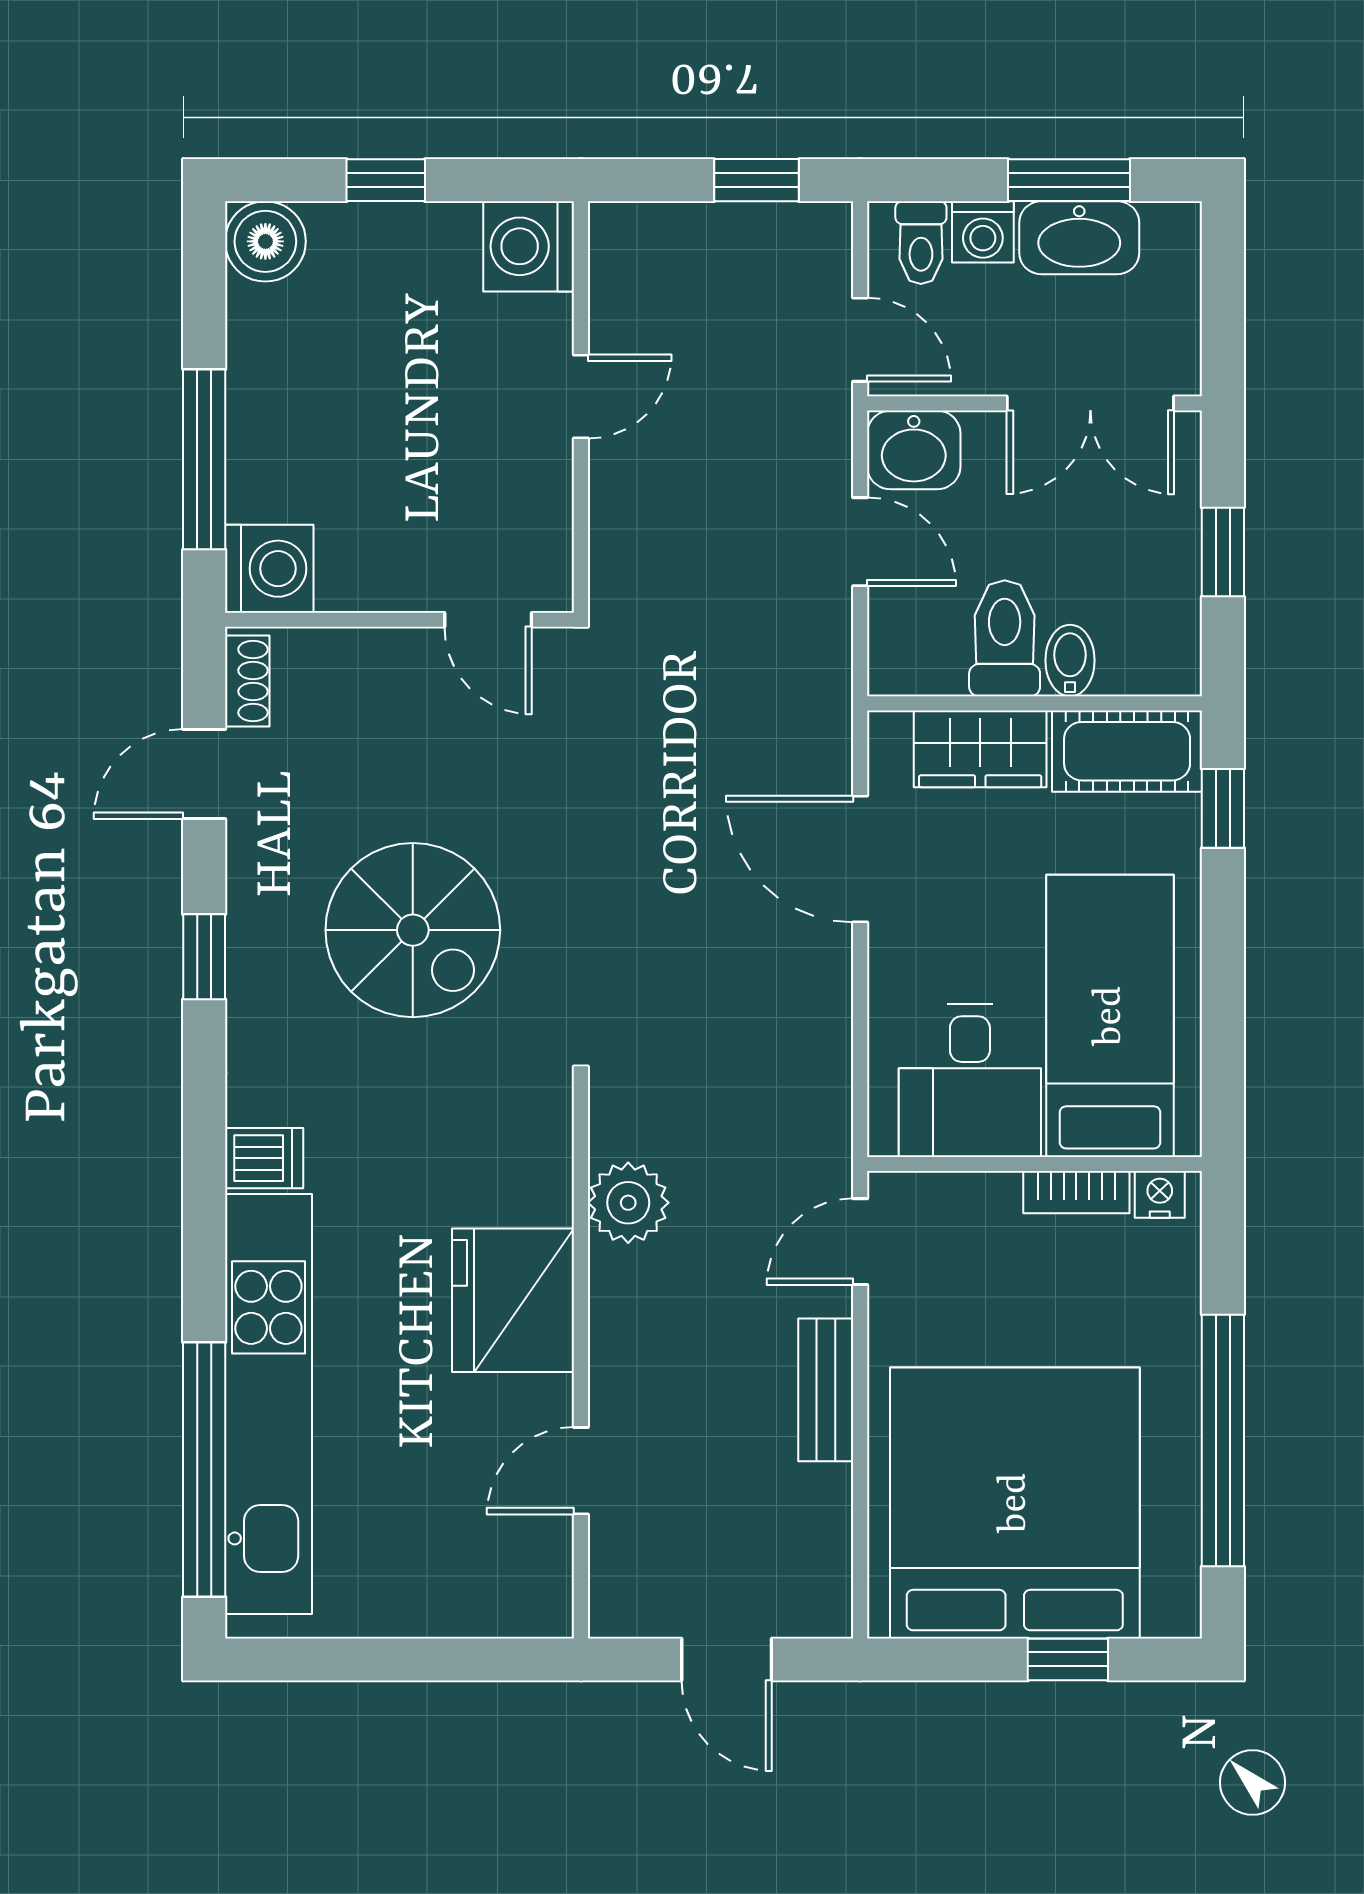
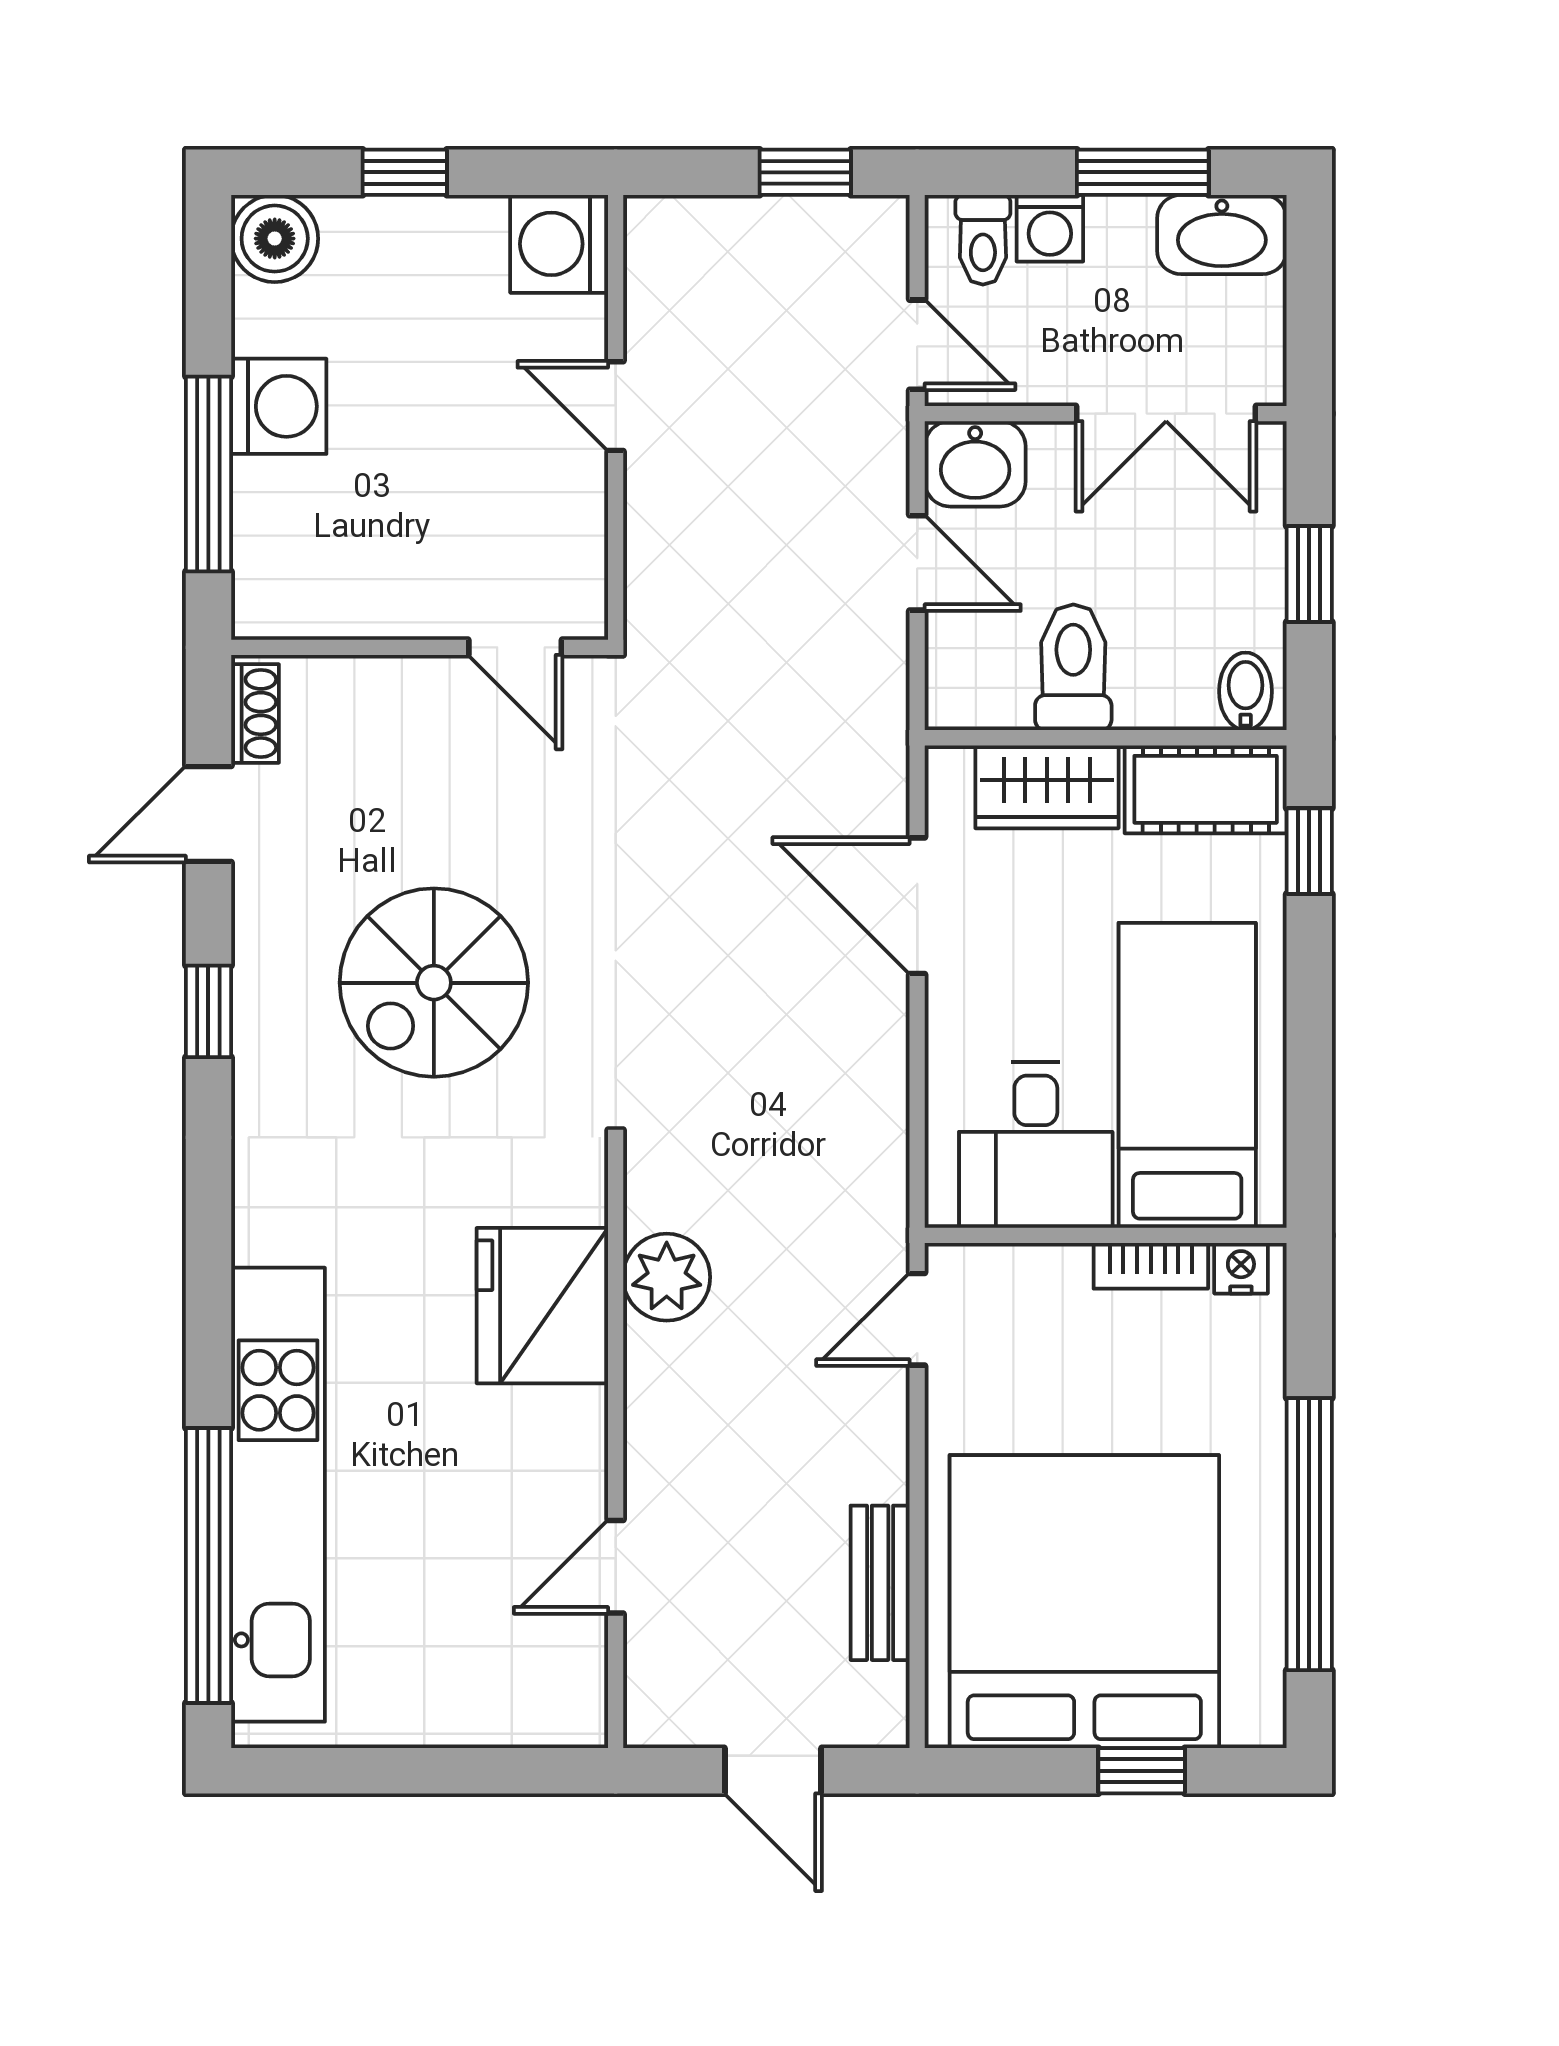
washbasin: (1079, 238) -> (1222, 235), moved
door: (581, 397) -> (616, 406), swing flipped
washing machine: (269, 569) -> (279, 406), moved
bidet: (1070, 661) -> (1246, 691), moved
spiral stairs: (413, 930) -> (434, 983), turned 90
dishwasher: (264, 1158) -> (273, 1229), removed
fridge: (513, 1300) -> (542, 1306), moved
bench: (826, 1390) -> (880, 1583), moved

